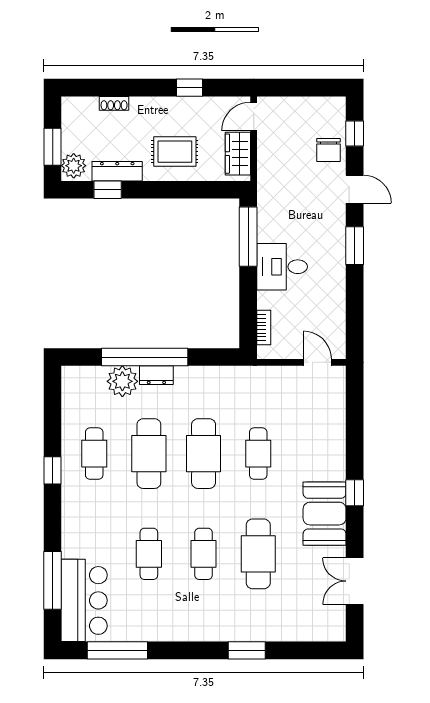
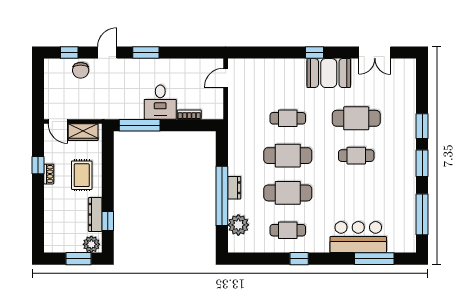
shoe rack: (114, 103) -> (49, 174), moved
chair: (328, 150) -> (81, 70), turned 90
bookcase: (264, 328) -> (189, 115), moved
plant: (122, 381) -> (238, 225), moved
cafe table: (149, 554) -> (356, 193), removed
bar counter: (84, 600) -> (358, 237), moved
window: (192, 650) -> (422, 163), added

